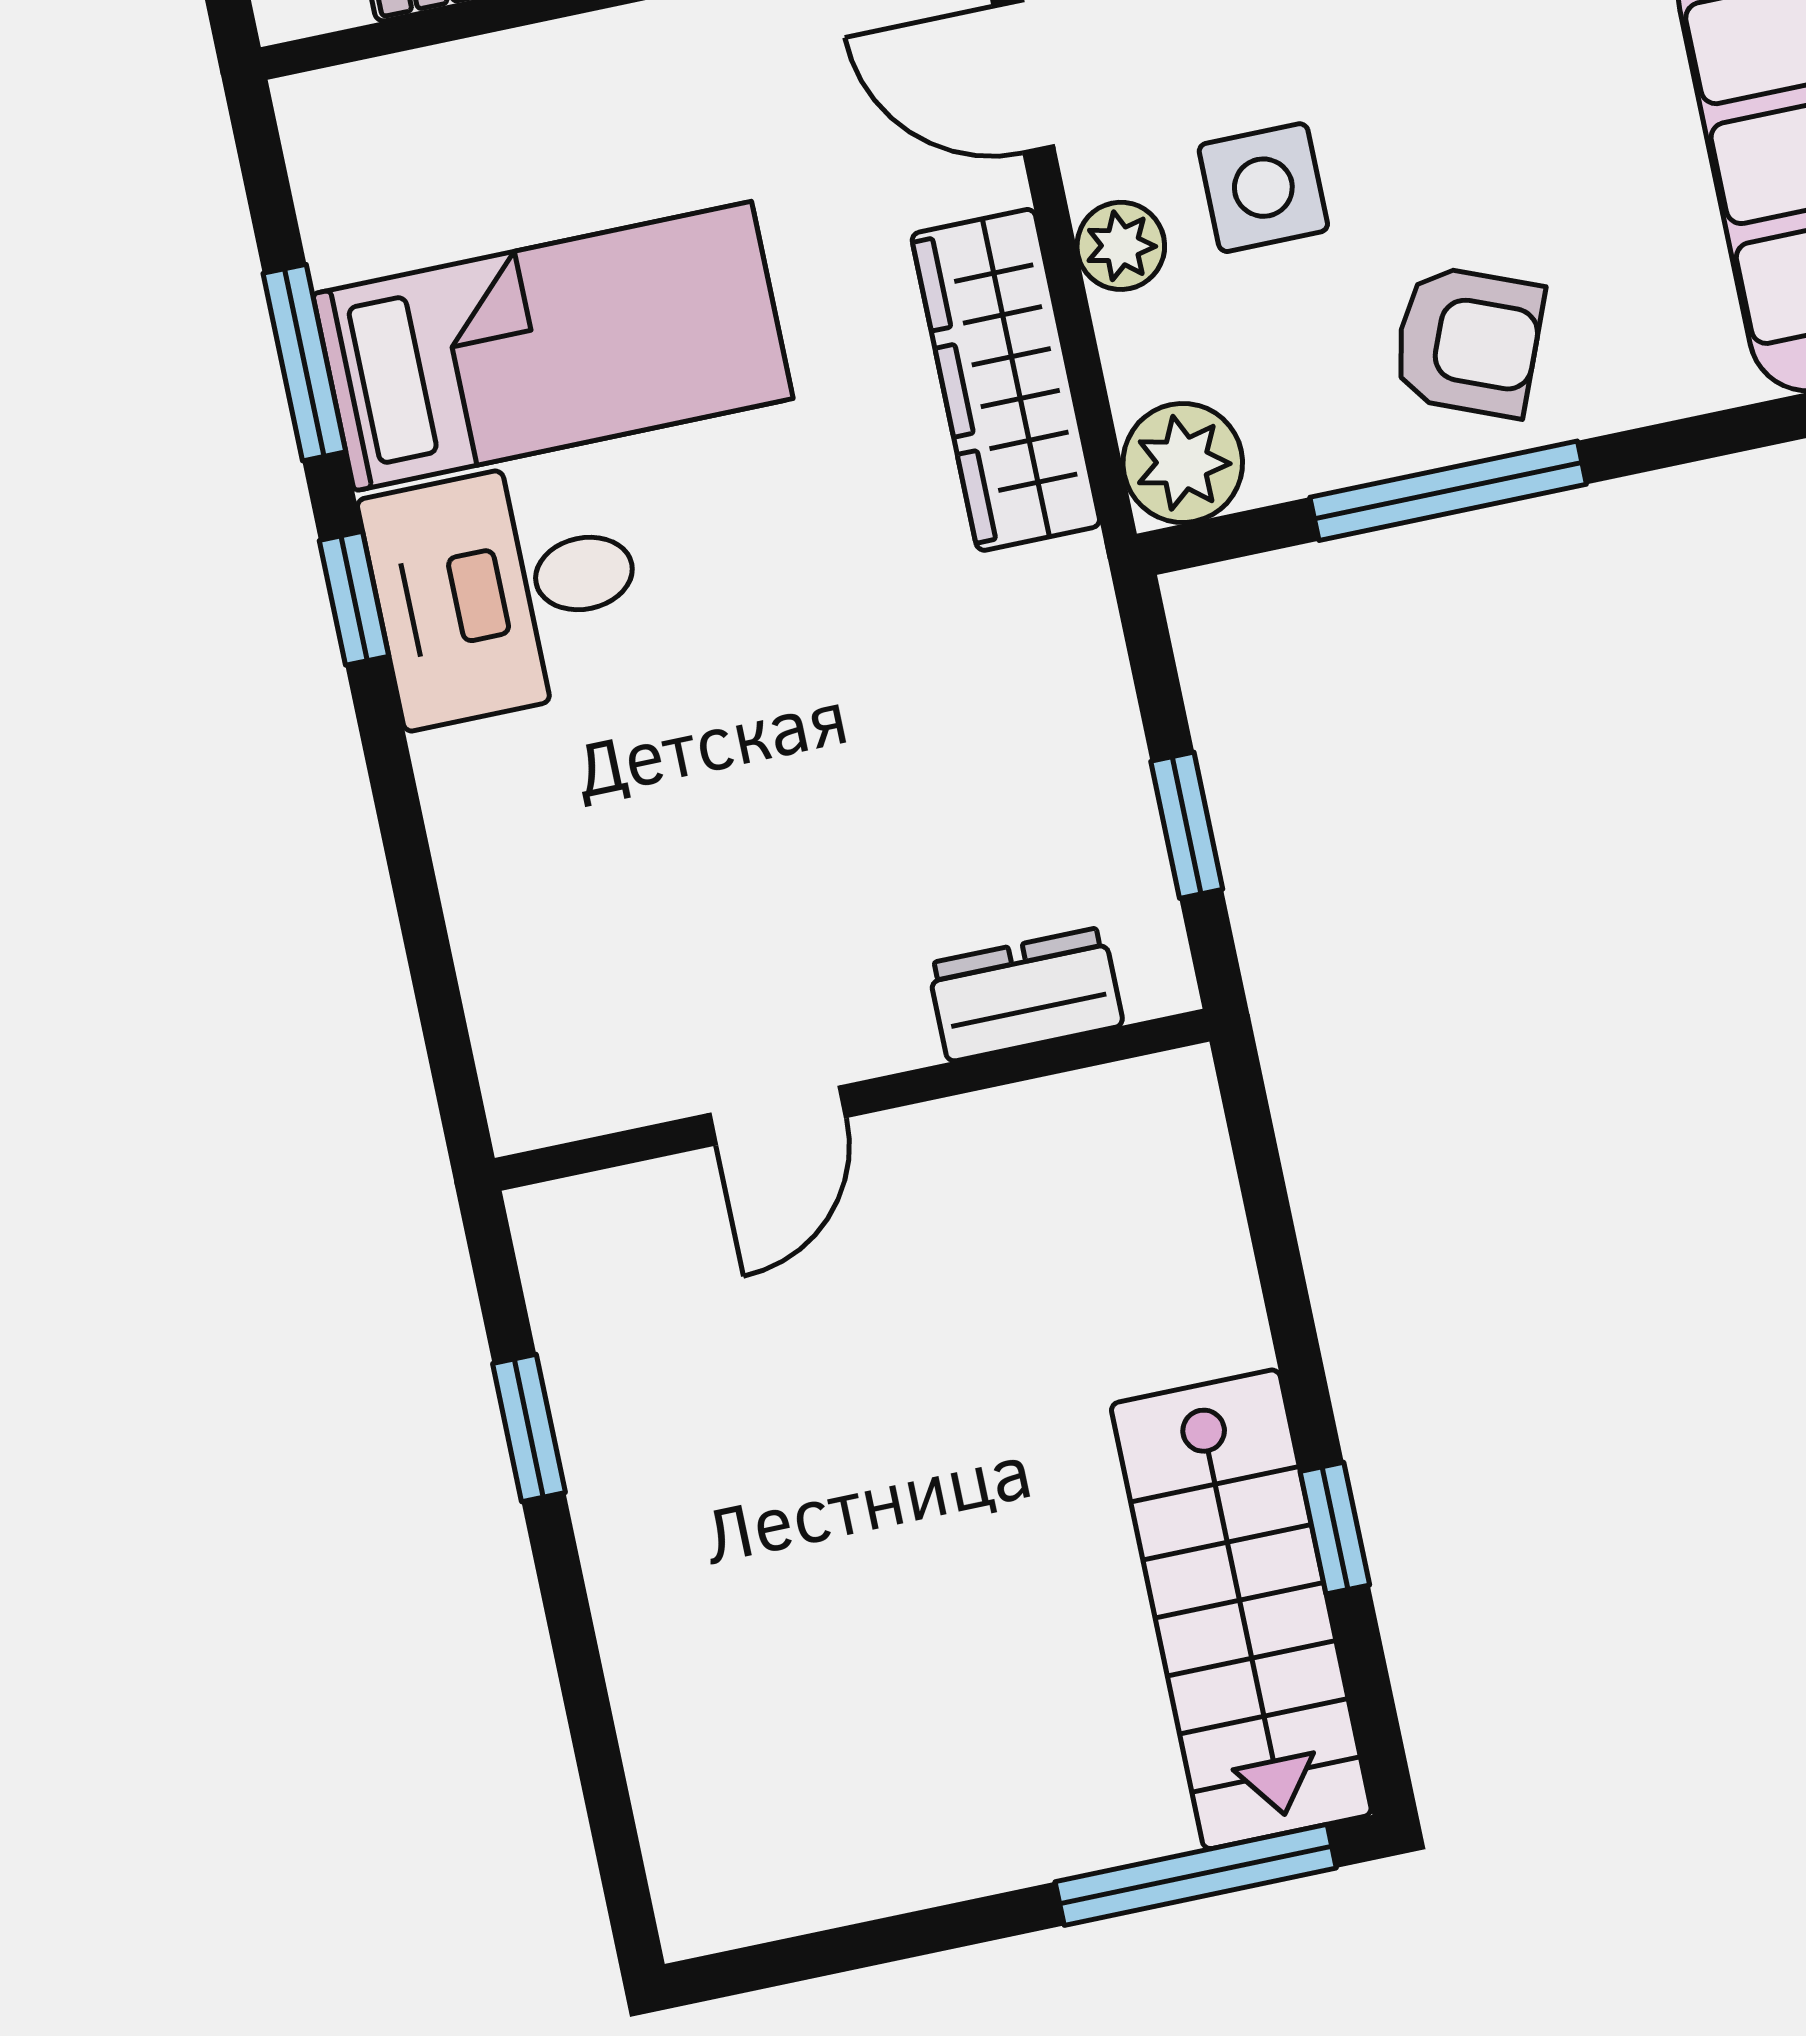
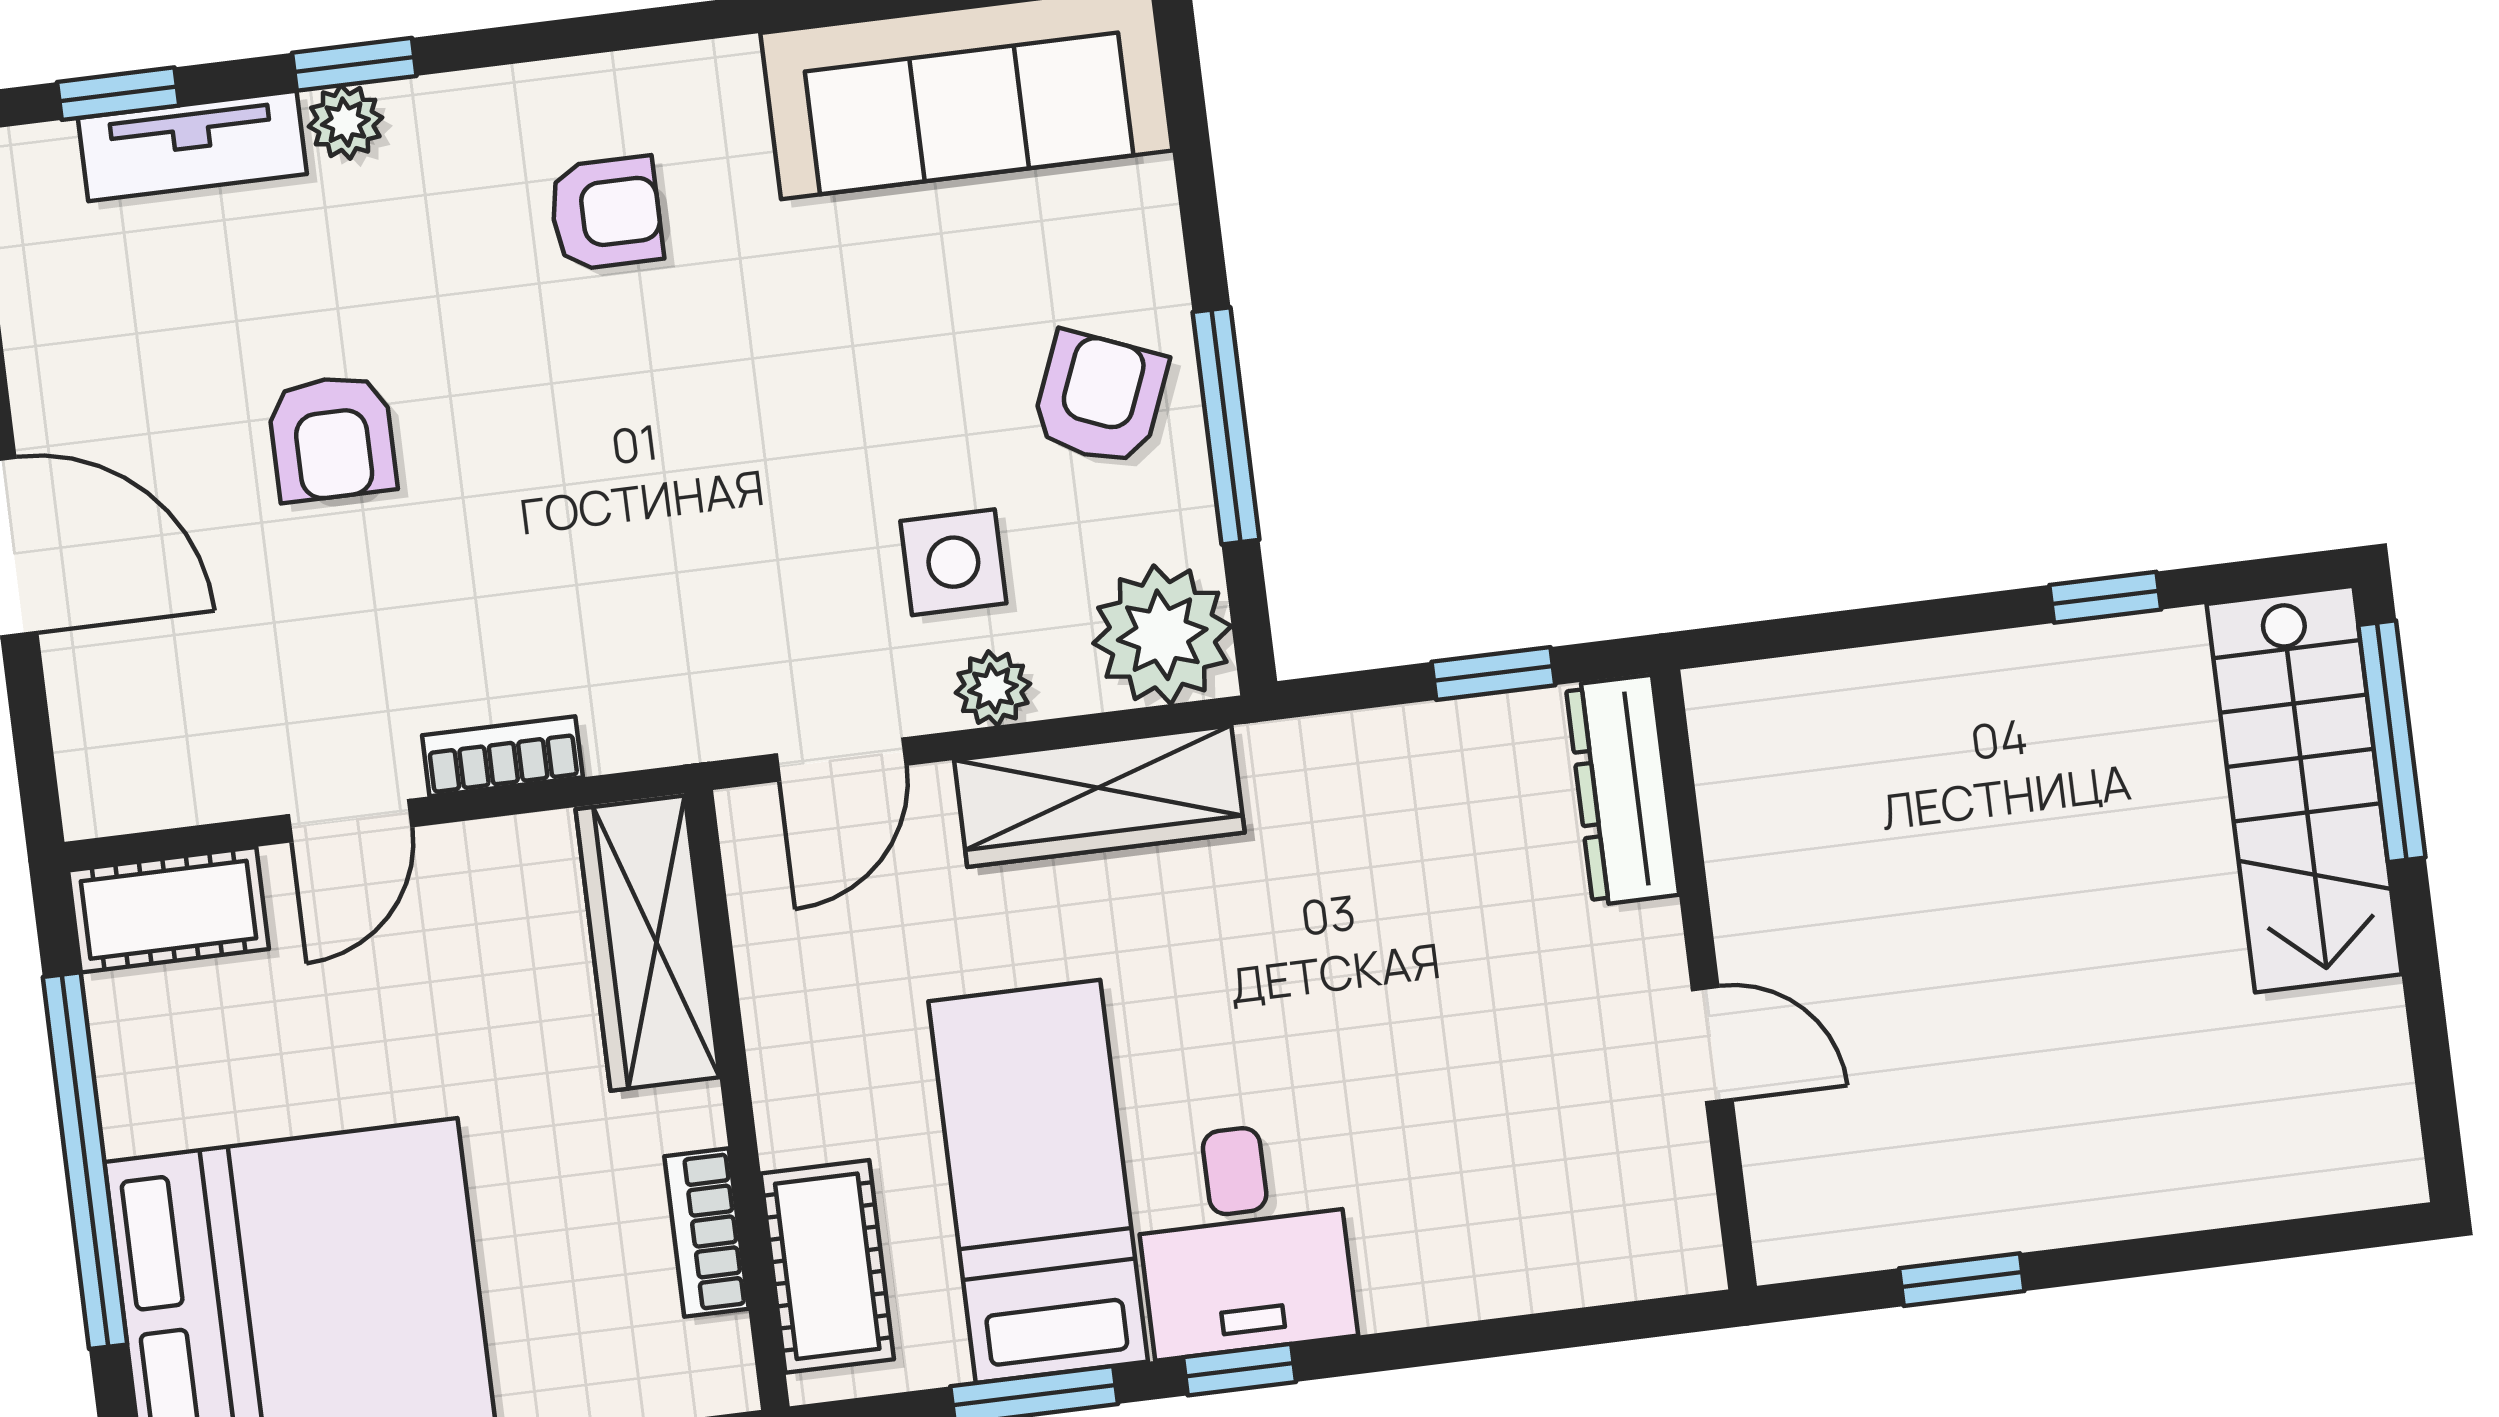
cot: (434, 110) -> (827, 1266), added
plant: (1183, 463) -> (1162, 635), width x1.36, depth x1.36
dresser: (1025, 995) -> (1622, 790), width x1.44
stairs: (1241, 1609) -> (2304, 789), moved, turned 90

